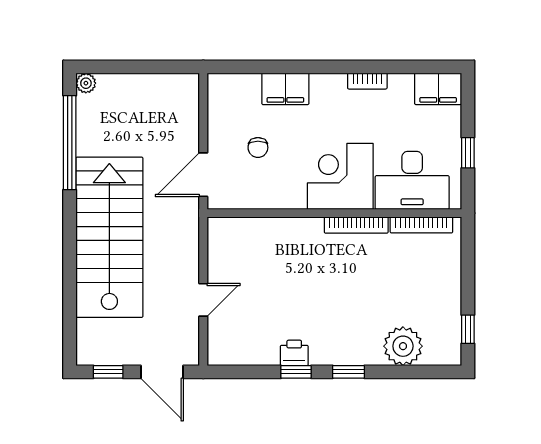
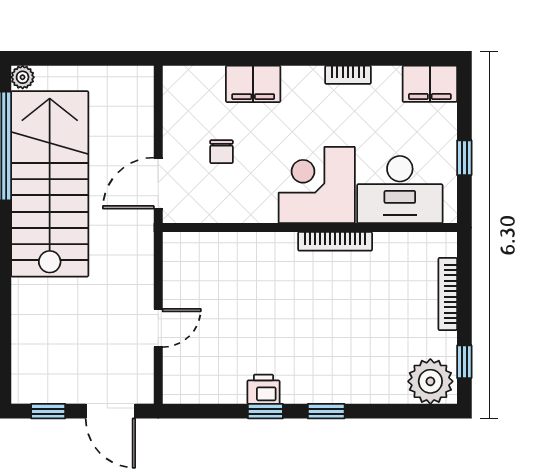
bookcase: (421, 225) -> (448, 294), moved, turned 90
stairs: (109, 237) -> (50, 184), moved
plant: (403, 346) -> (430, 381), moved

